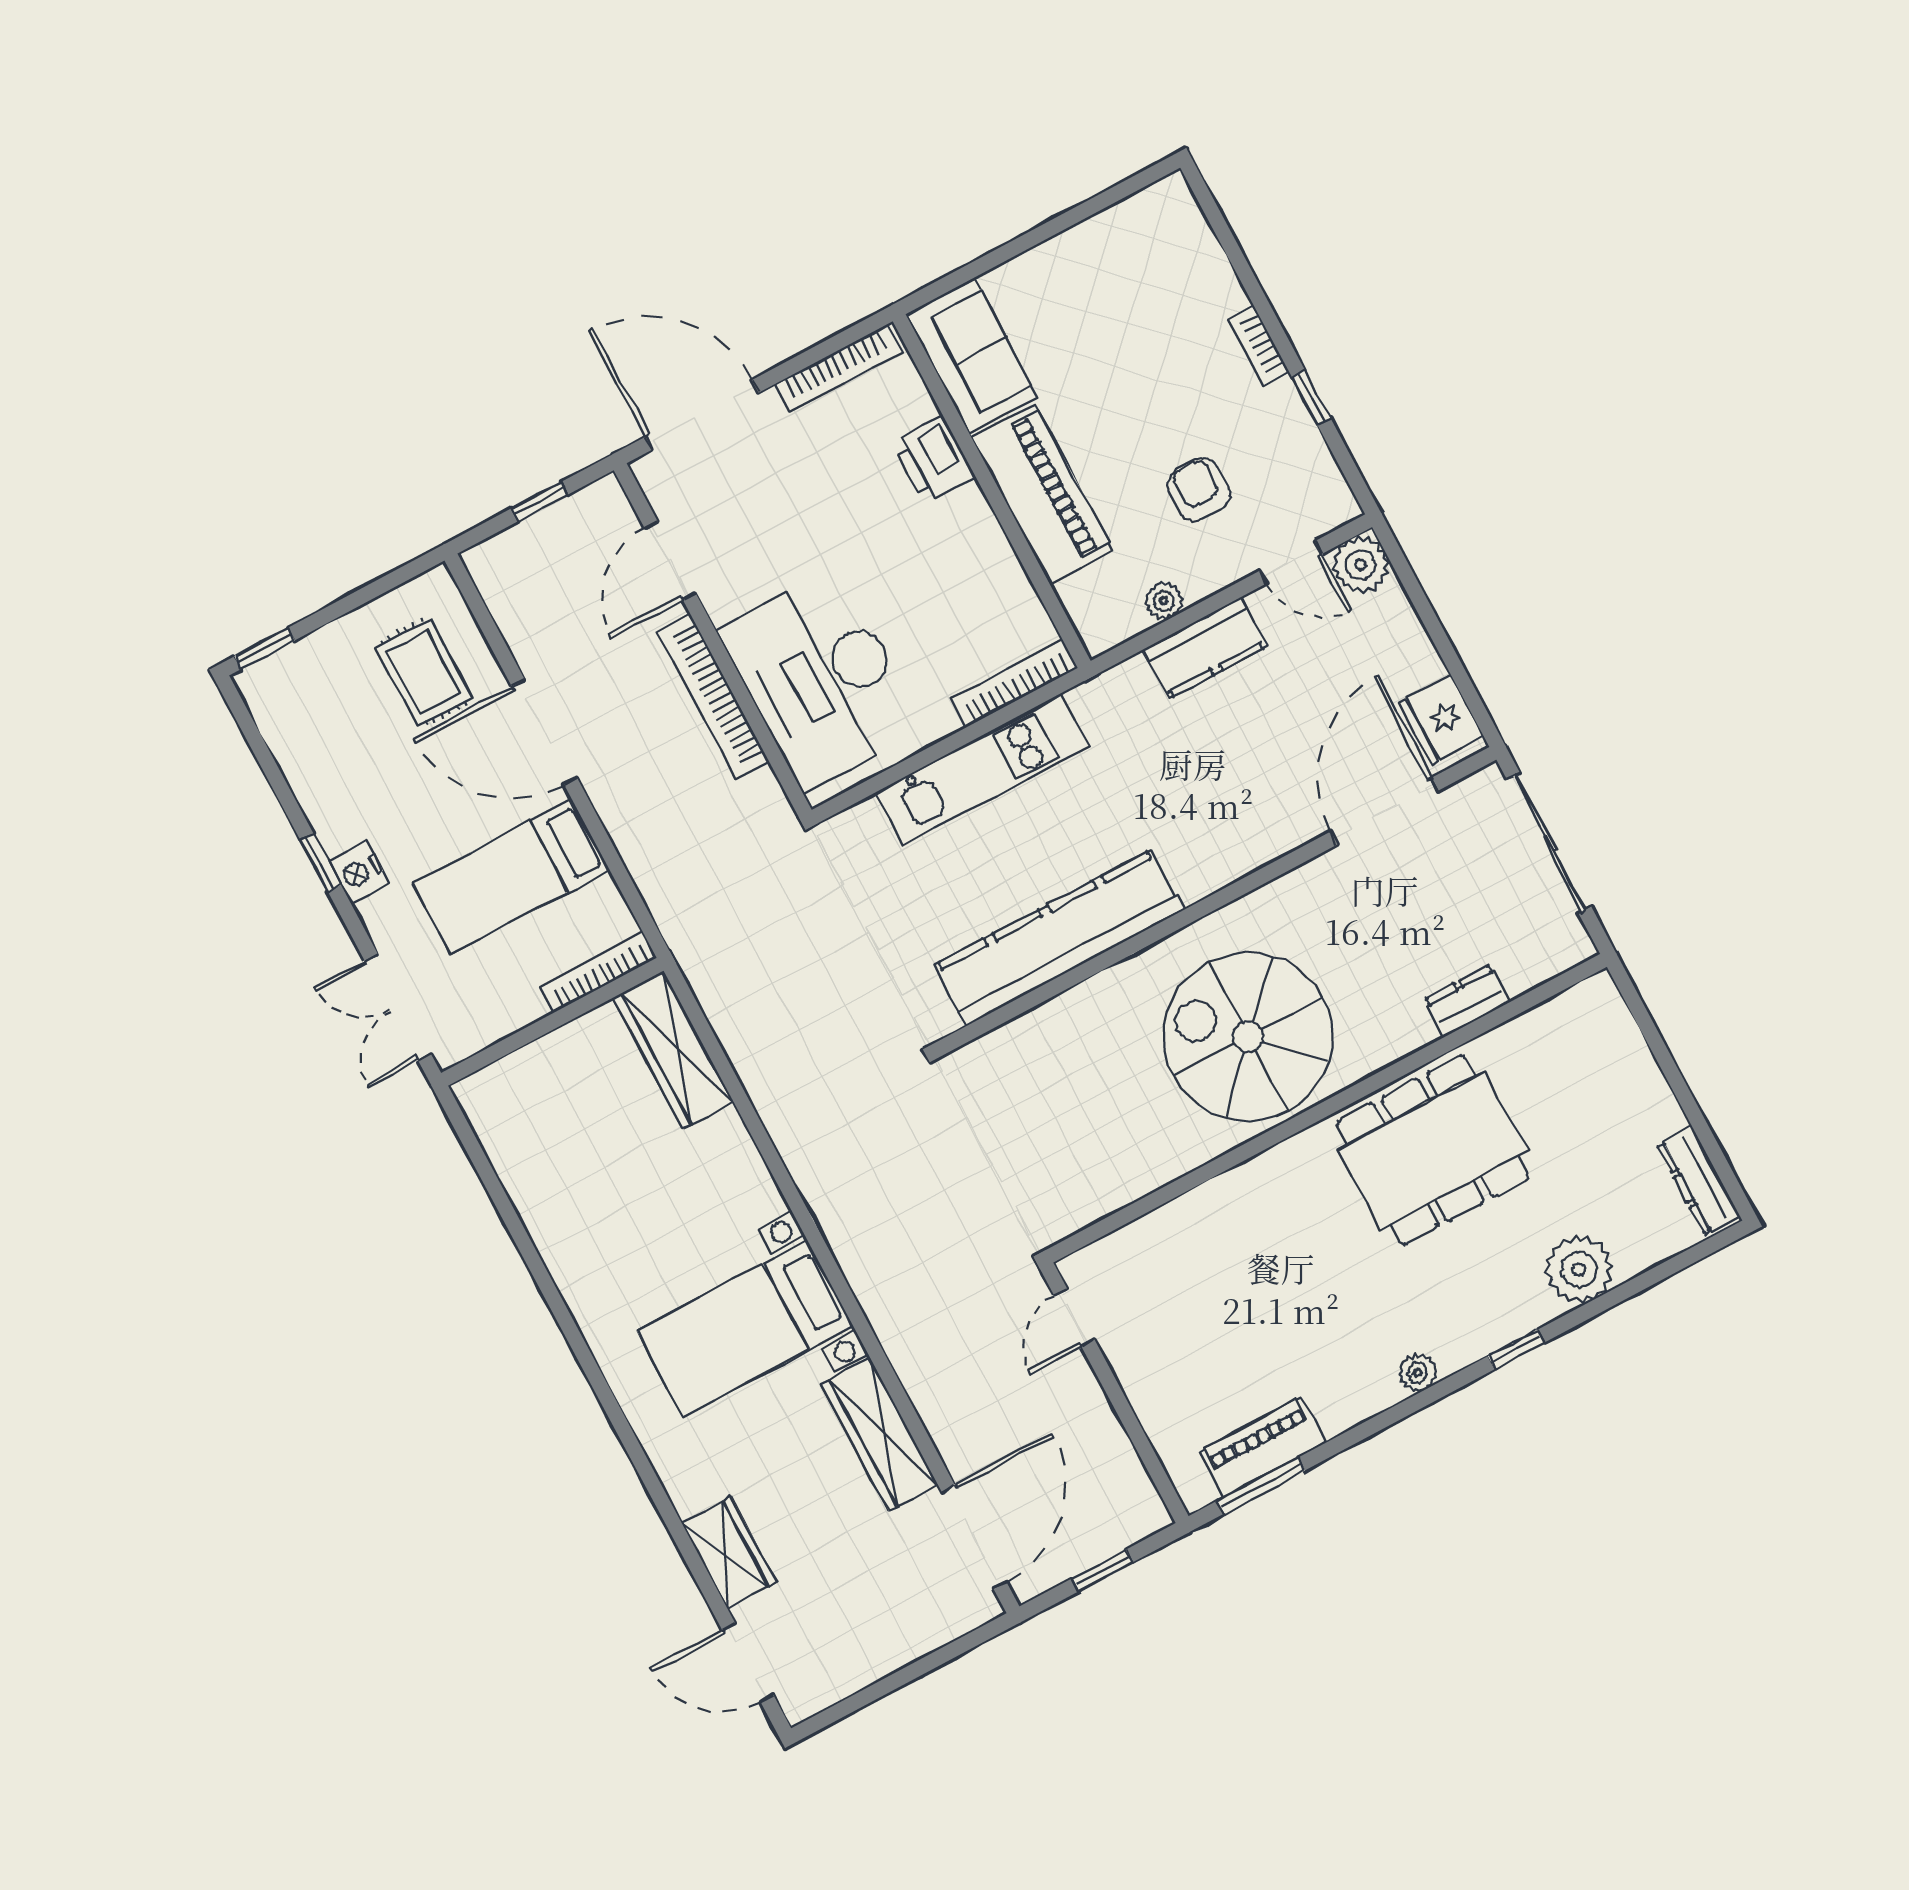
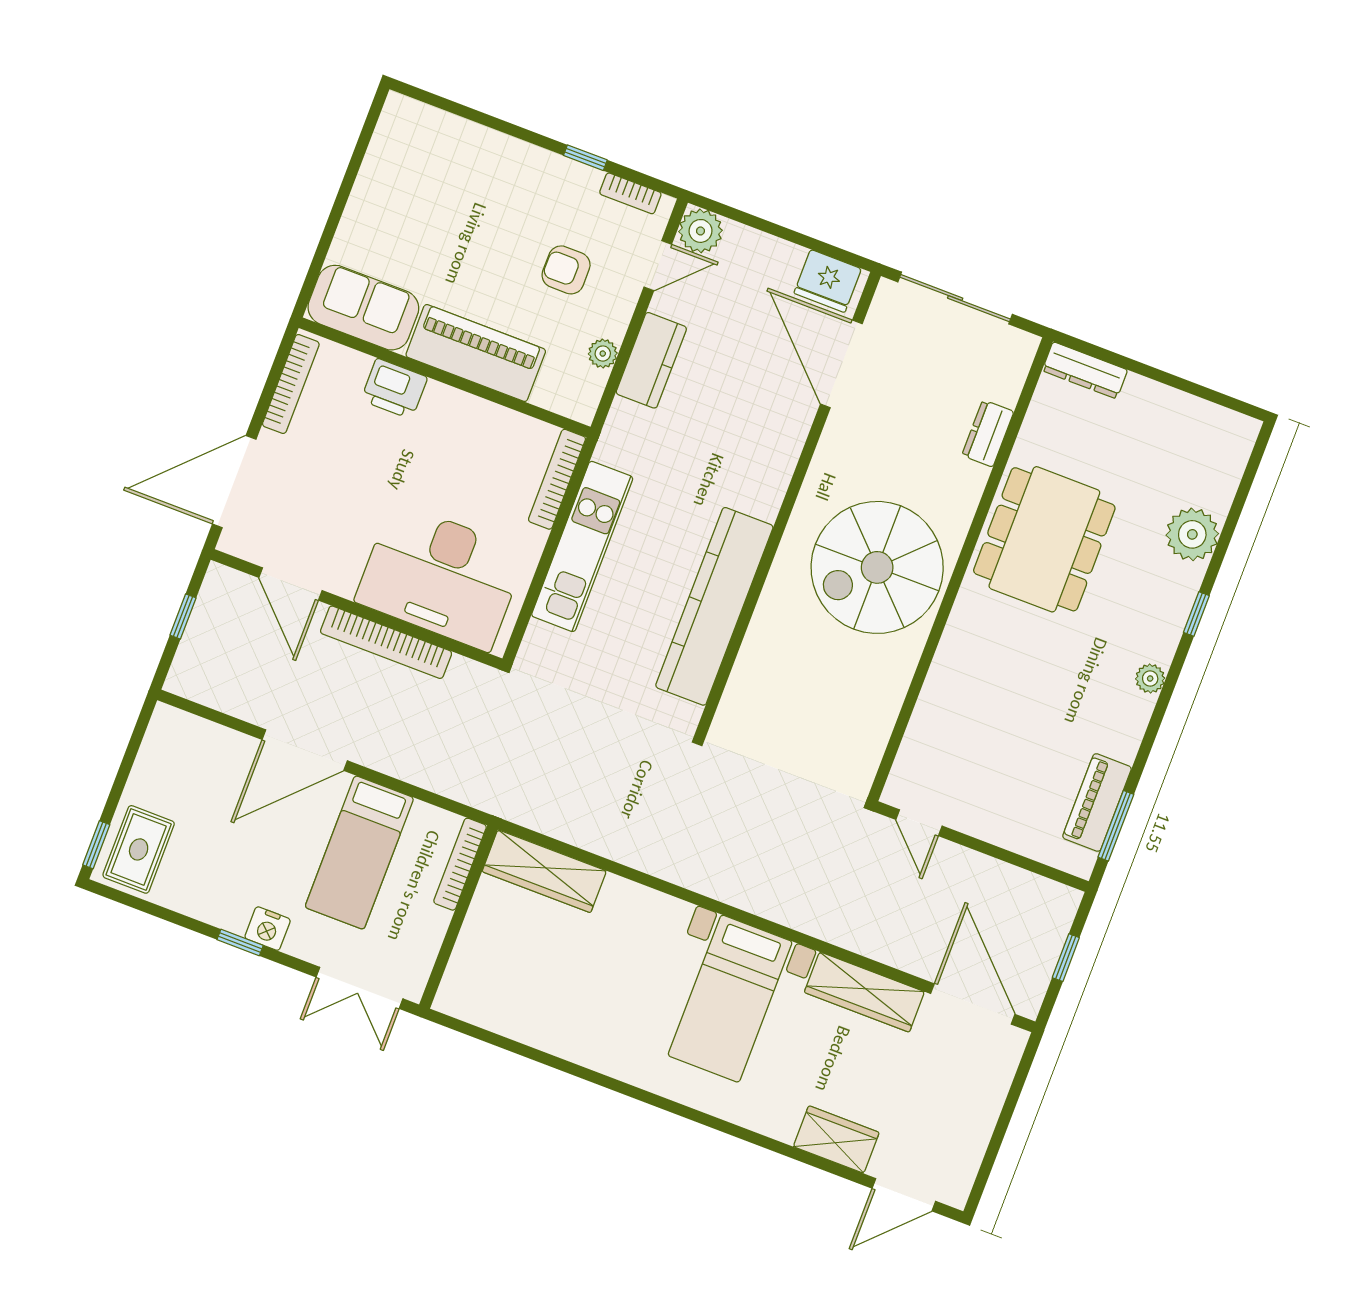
bookcase: (1258, 345) -> (630, 193), moved
rug: (424, 672) -> (139, 849), moved, turned 90
dresser: (1698, 1181) -> (1085, 370), moved

